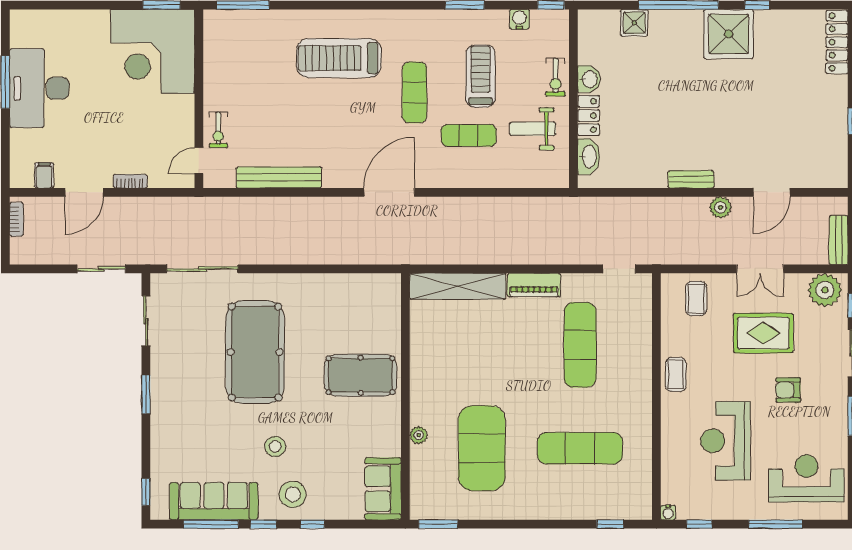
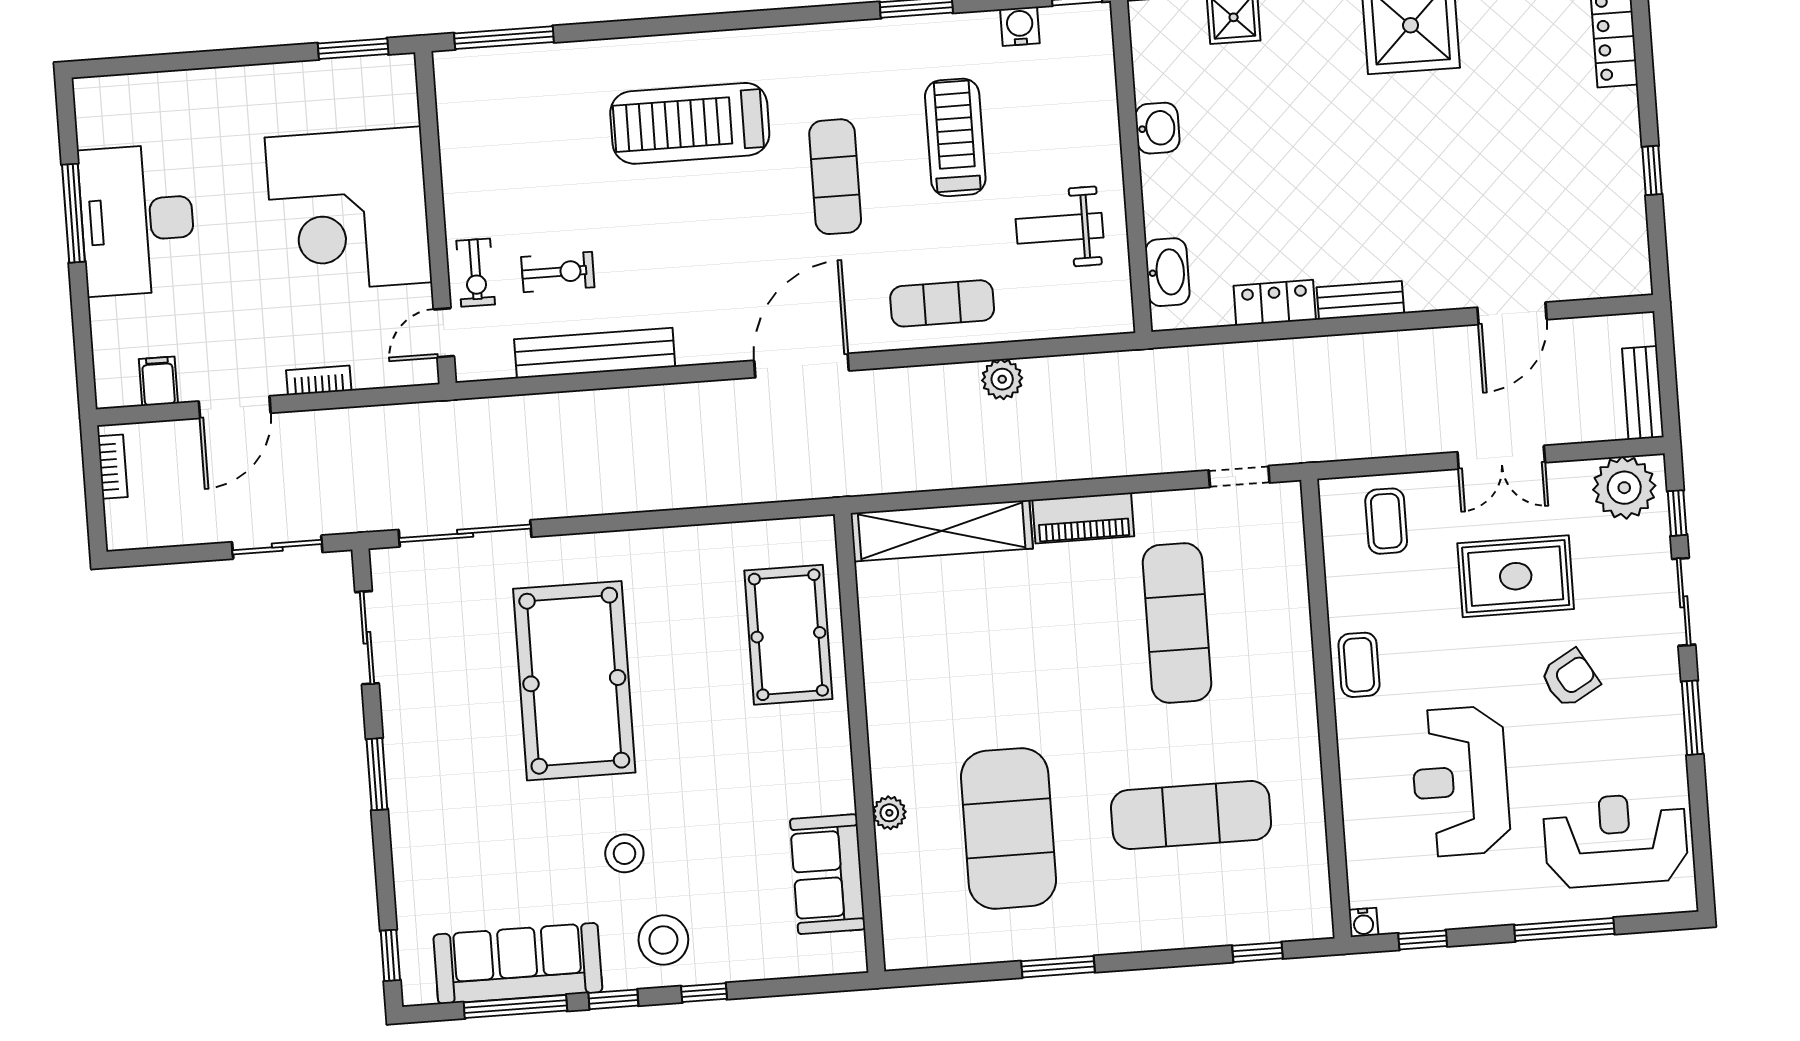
corner desk: (153, 51) -> (348, 210), moved
exercise bike: (556, 77) -> (558, 272), moved, turned -90
locker: (589, 116) -> (1275, 303), moved, turned -90
exercise mat: (469, 135) -> (942, 303), moved
plant: (720, 207) -> (1002, 379), moved
pool table: (361, 375) -> (788, 635), moved, turned 90
armchair: (788, 390) -> (1570, 678), turned 150
sofa: (383, 489) -> (828, 874), moved
window: (438, 524) -> (1058, 967), moved

